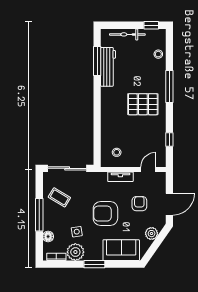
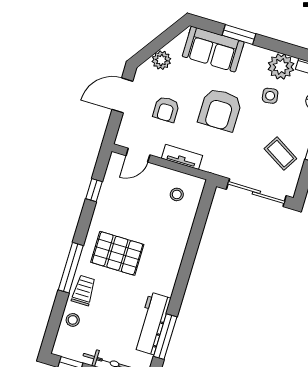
trolley: (157, 75) -> (84, 290), added
armchair: (105, 214) -> (220, 110), turned 90
window: (94, 264) -> (239, 34), moved

